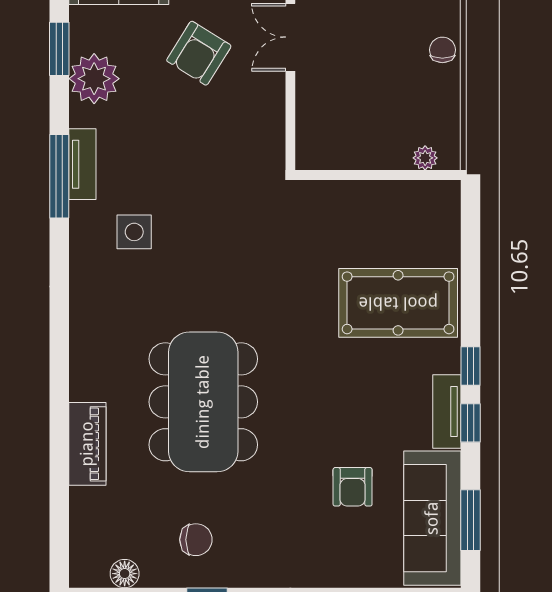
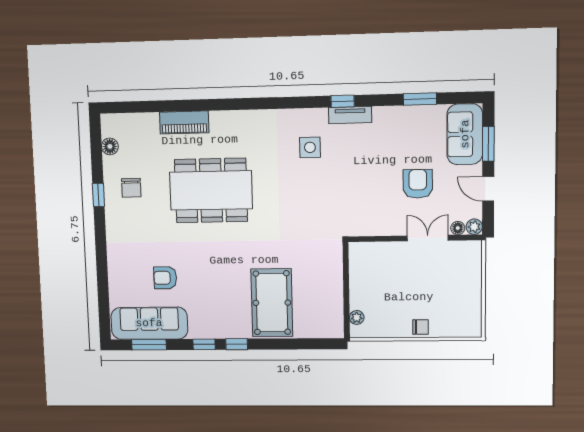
armchair: (199, 53) -> (418, 184), turned 58
plant: (94, 79) -> (402, 121), removed
window: (59, 176) -> (343, 101), width x0.46
tv unit: (447, 411) -> (210, 331), removed

